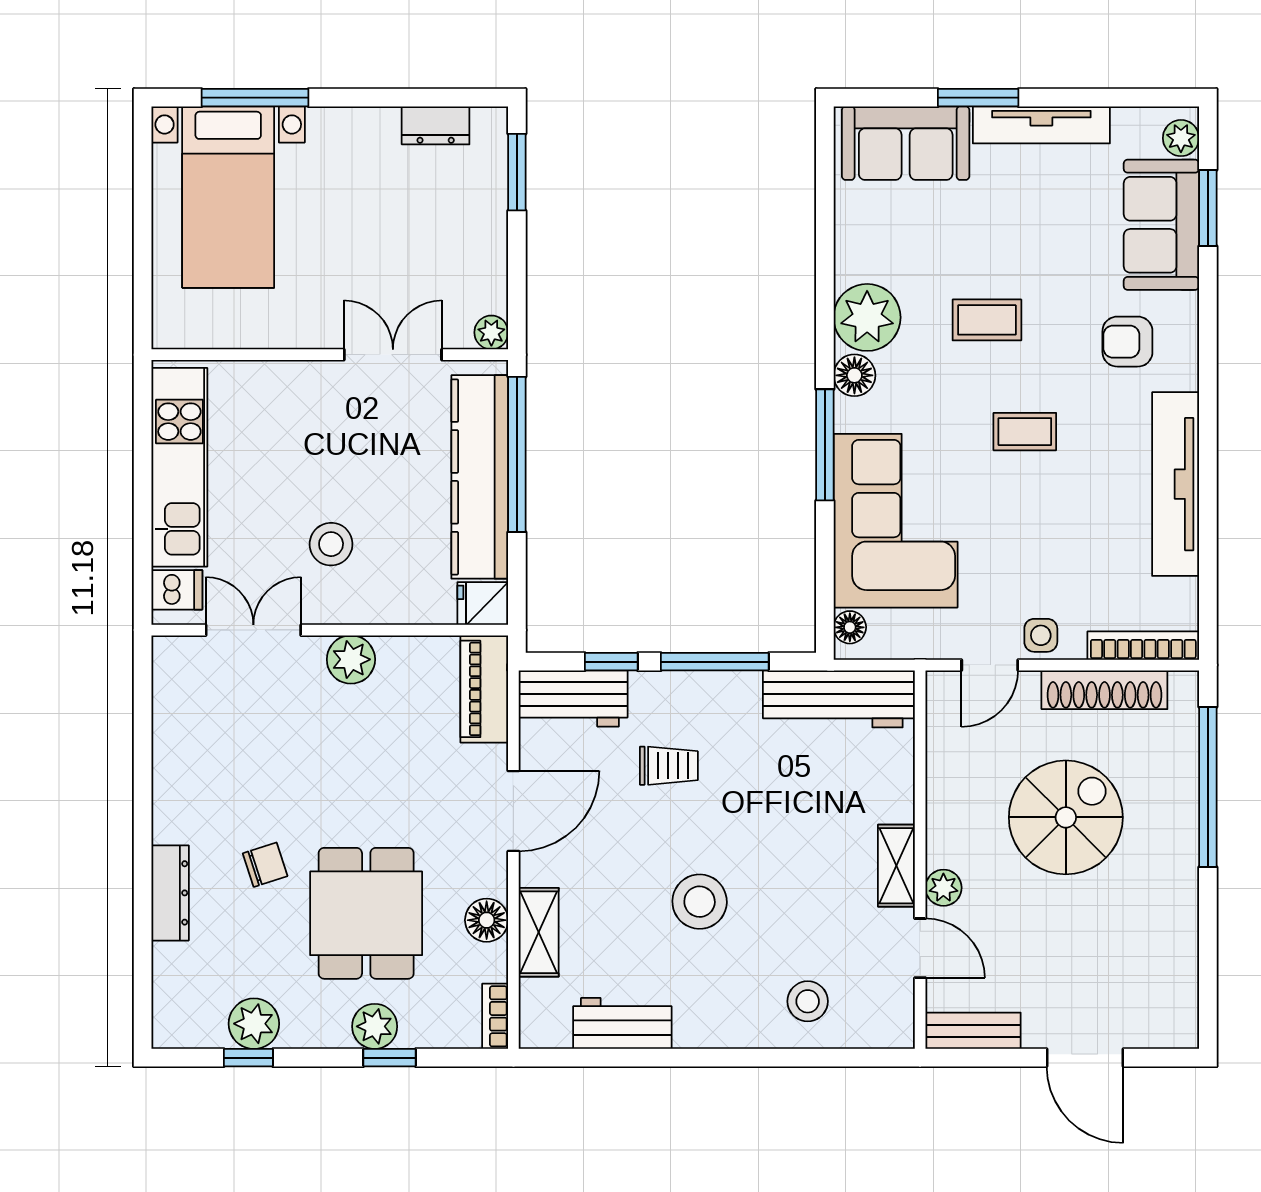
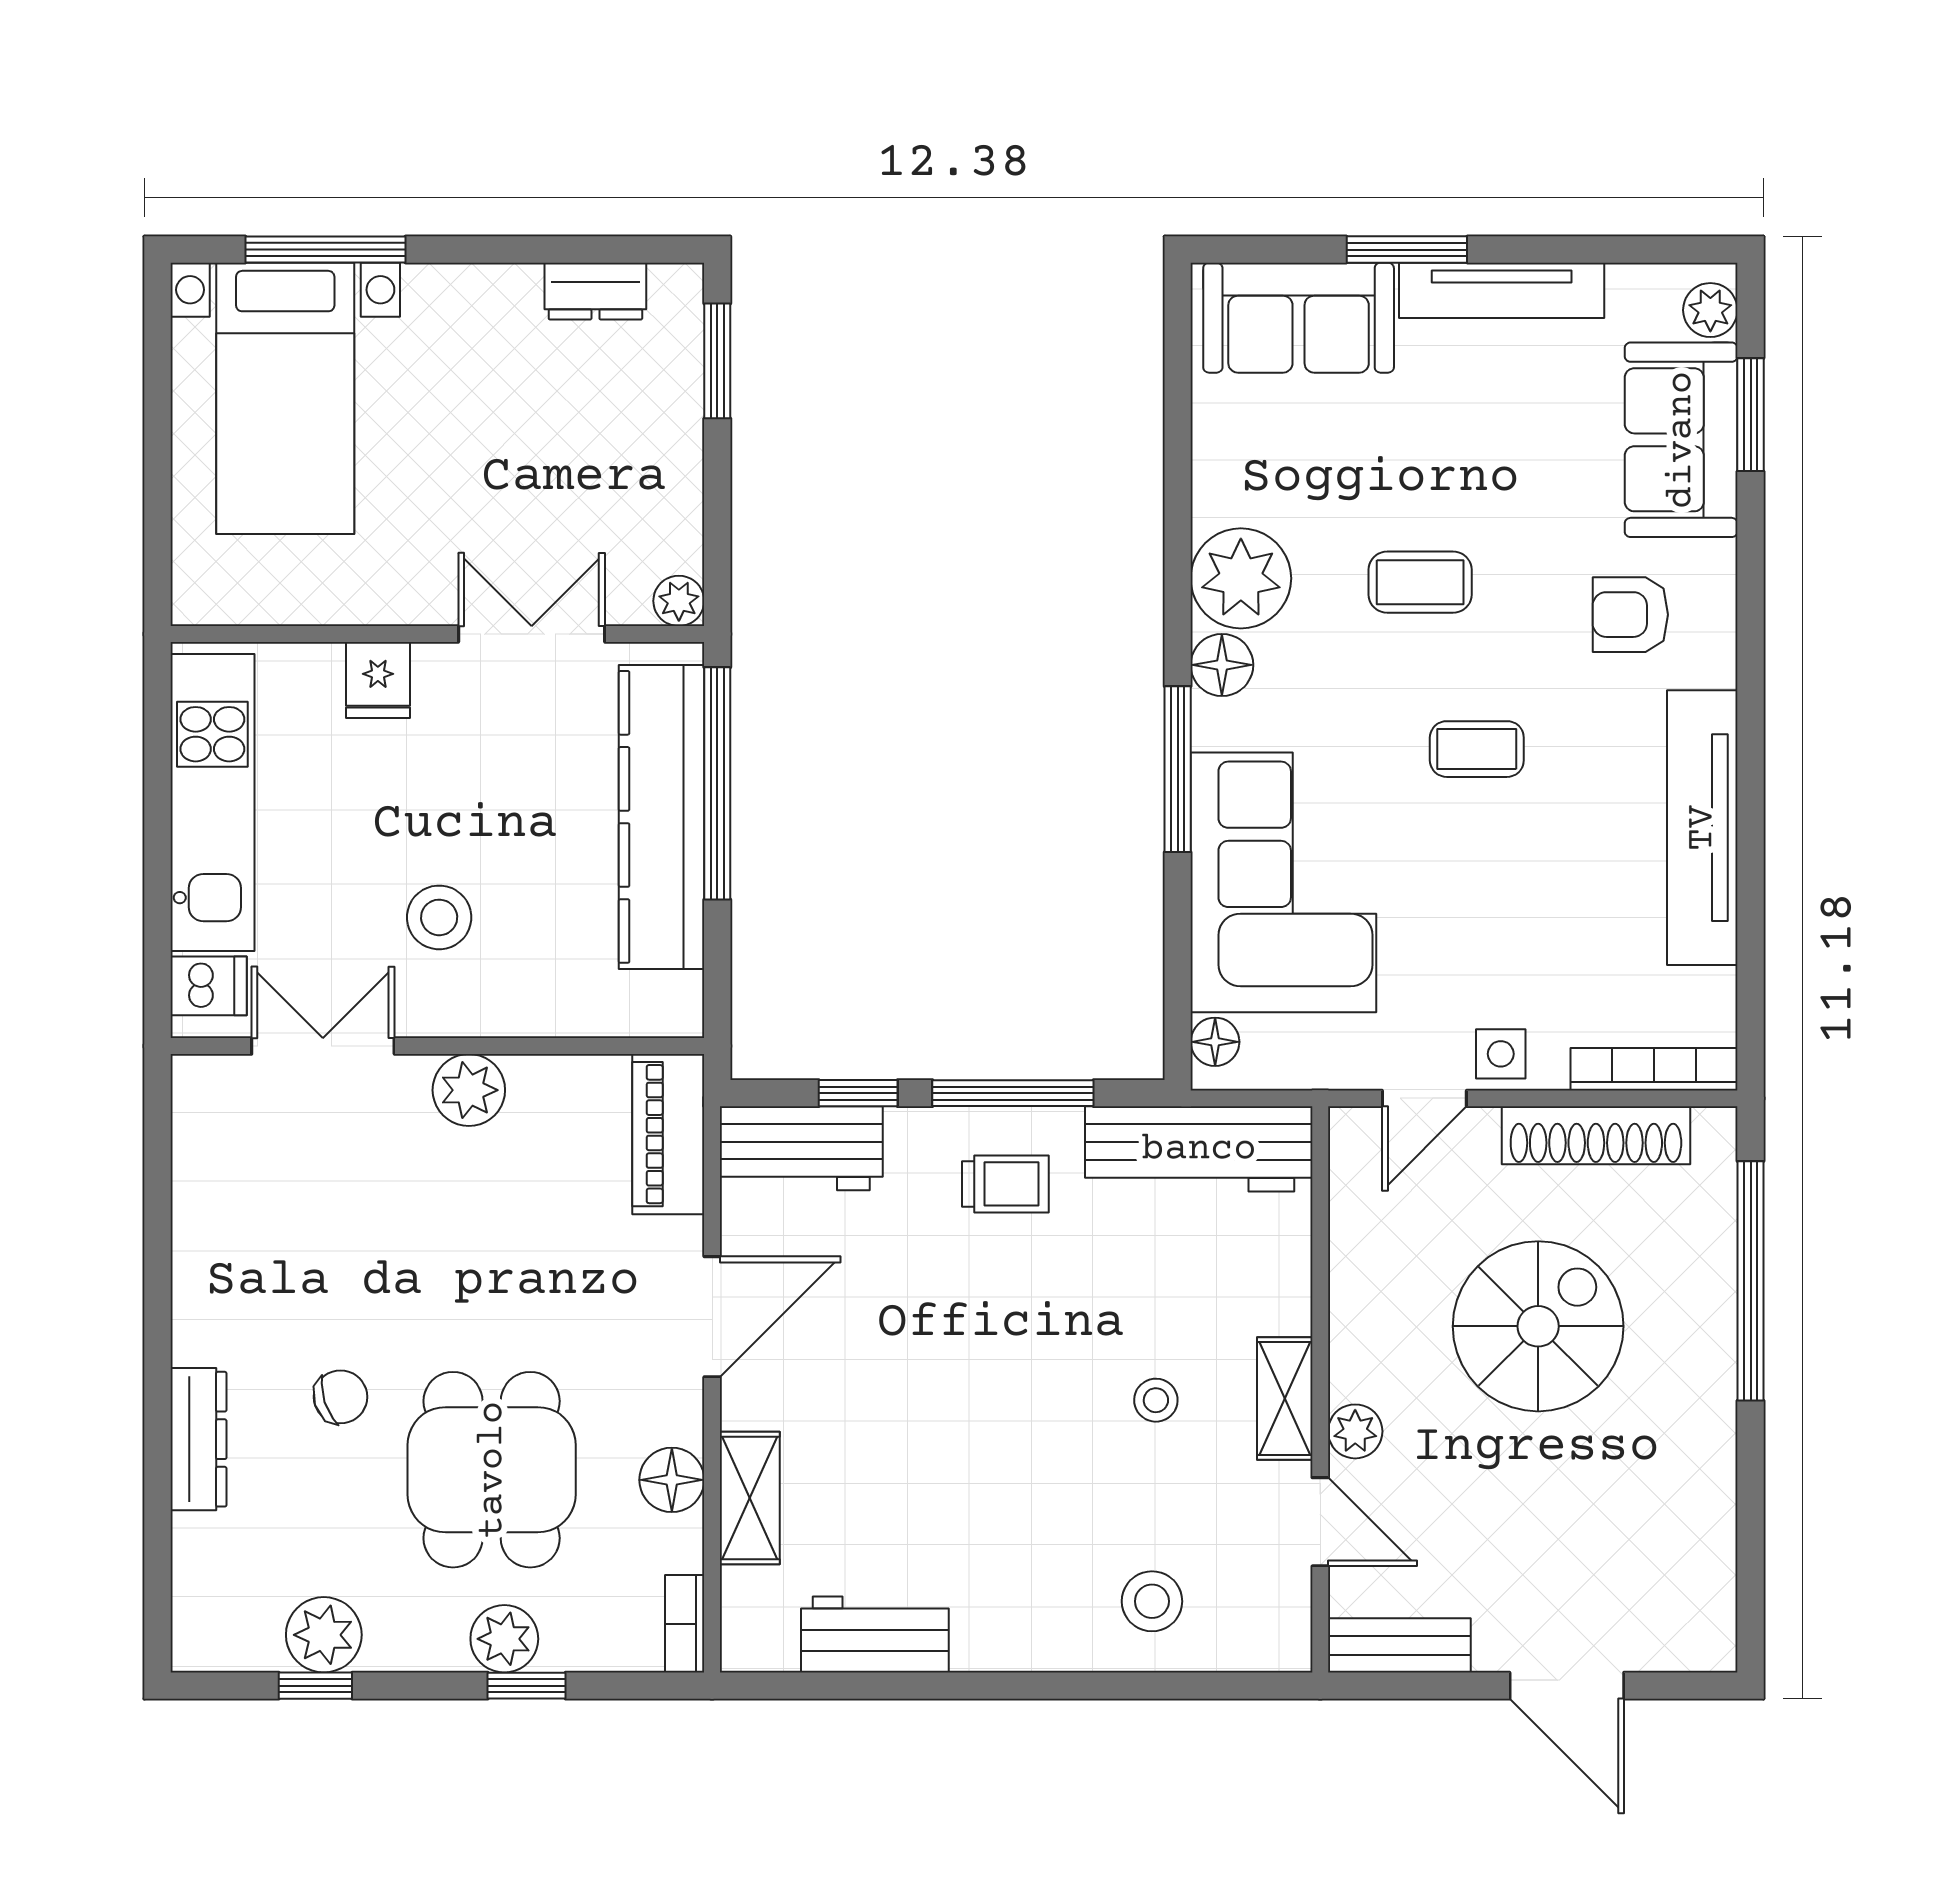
fridge: (483, 603) -> (378, 680), moved, turned -90
trolley: (669, 766) -> (1005, 1184), moved
stool: (700, 902) -> (1156, 1400), moved, width x0.53, depth x0.53

